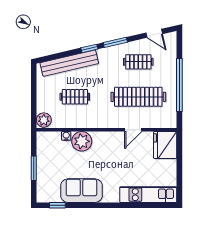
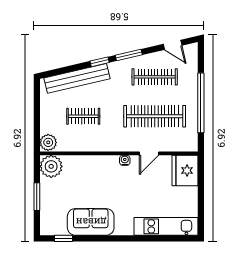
clothes rail: (138, 62) -> (155, 77), width x1.36
water cooler: (66, 136) -> (125, 160), moved
plant: (82, 141) -> (51, 166), moved

